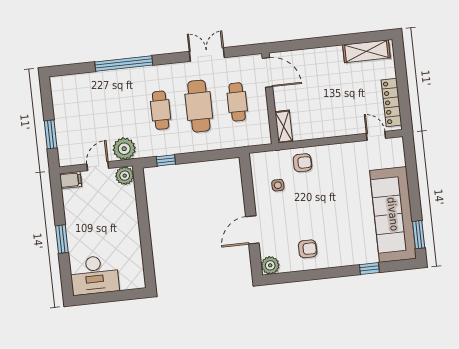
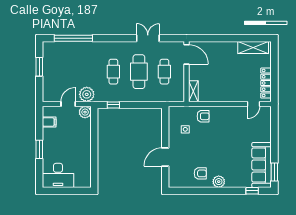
window: (124, 64) -> (73, 38), moved
window: (51, 134) -> (39, 67), moved
door: (376, 136) -> (253, 104), swing flipped
filing cabinet: (71, 180) -> (49, 122), moved
sofa: (393, 214) -> (262, 165), width x0.74, depth x0.79
plant: (270, 265) -> (219, 182), moved
window: (369, 269) -> (252, 191), moved

